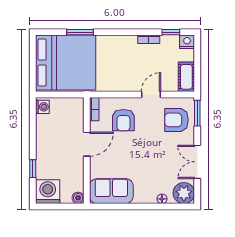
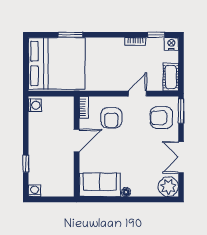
washing machine: (48, 192) -> (35, 191), width x0.53, depth x0.53
boiler: (78, 198) -> (68, 191), removed
floor lamp: (162, 199) -> (126, 192), moved

